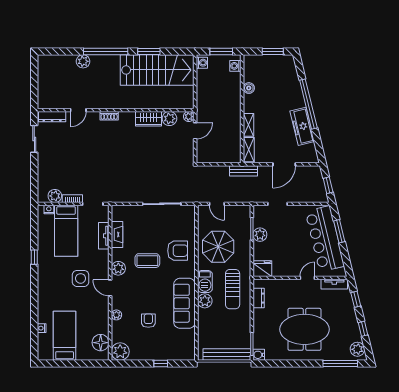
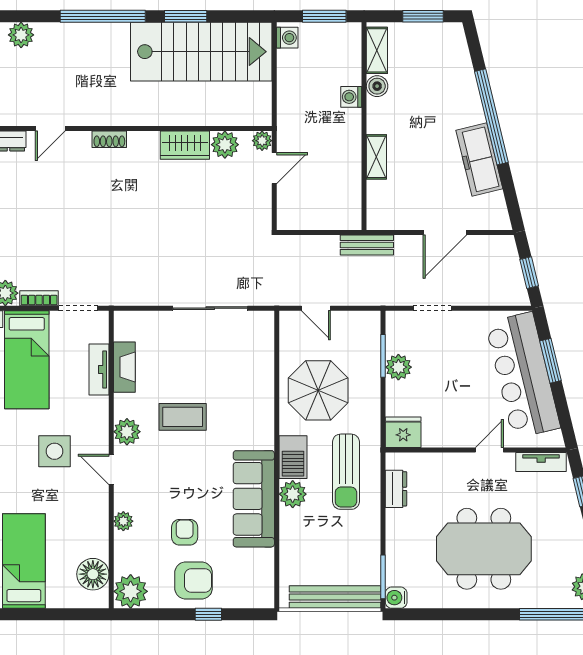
plant: (83, 61) -> (21, 35), moved
washing machine: (235, 66) -> (351, 97), moved
shelving: (249, 150) -> (377, 50), moved
armchair: (178, 251) -> (194, 580), moved

